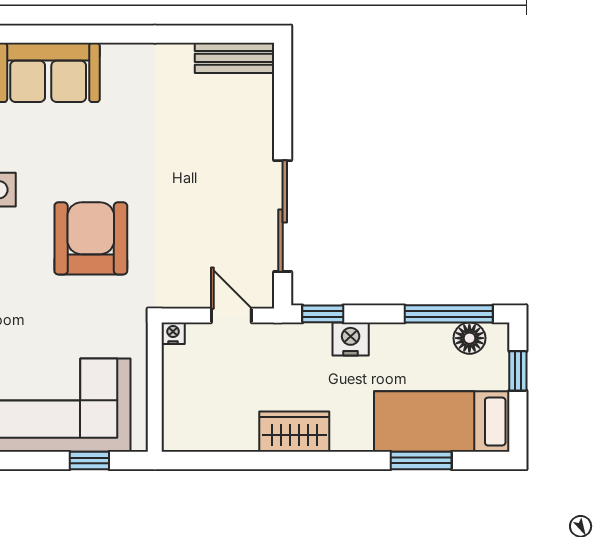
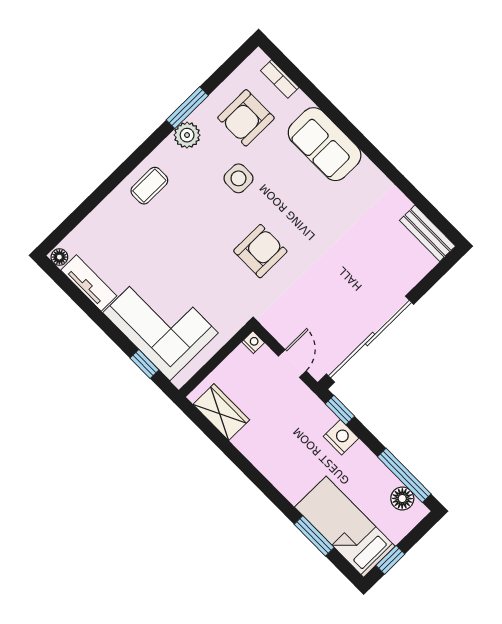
sliding door: (283, 216) -> (370, 339), width x1.36
armchair: (91, 238) -> (260, 251), width x0.73, depth x0.73
window: (518, 371) -> (390, 560), moved
wardrobe: (294, 432) -> (221, 412), moved

